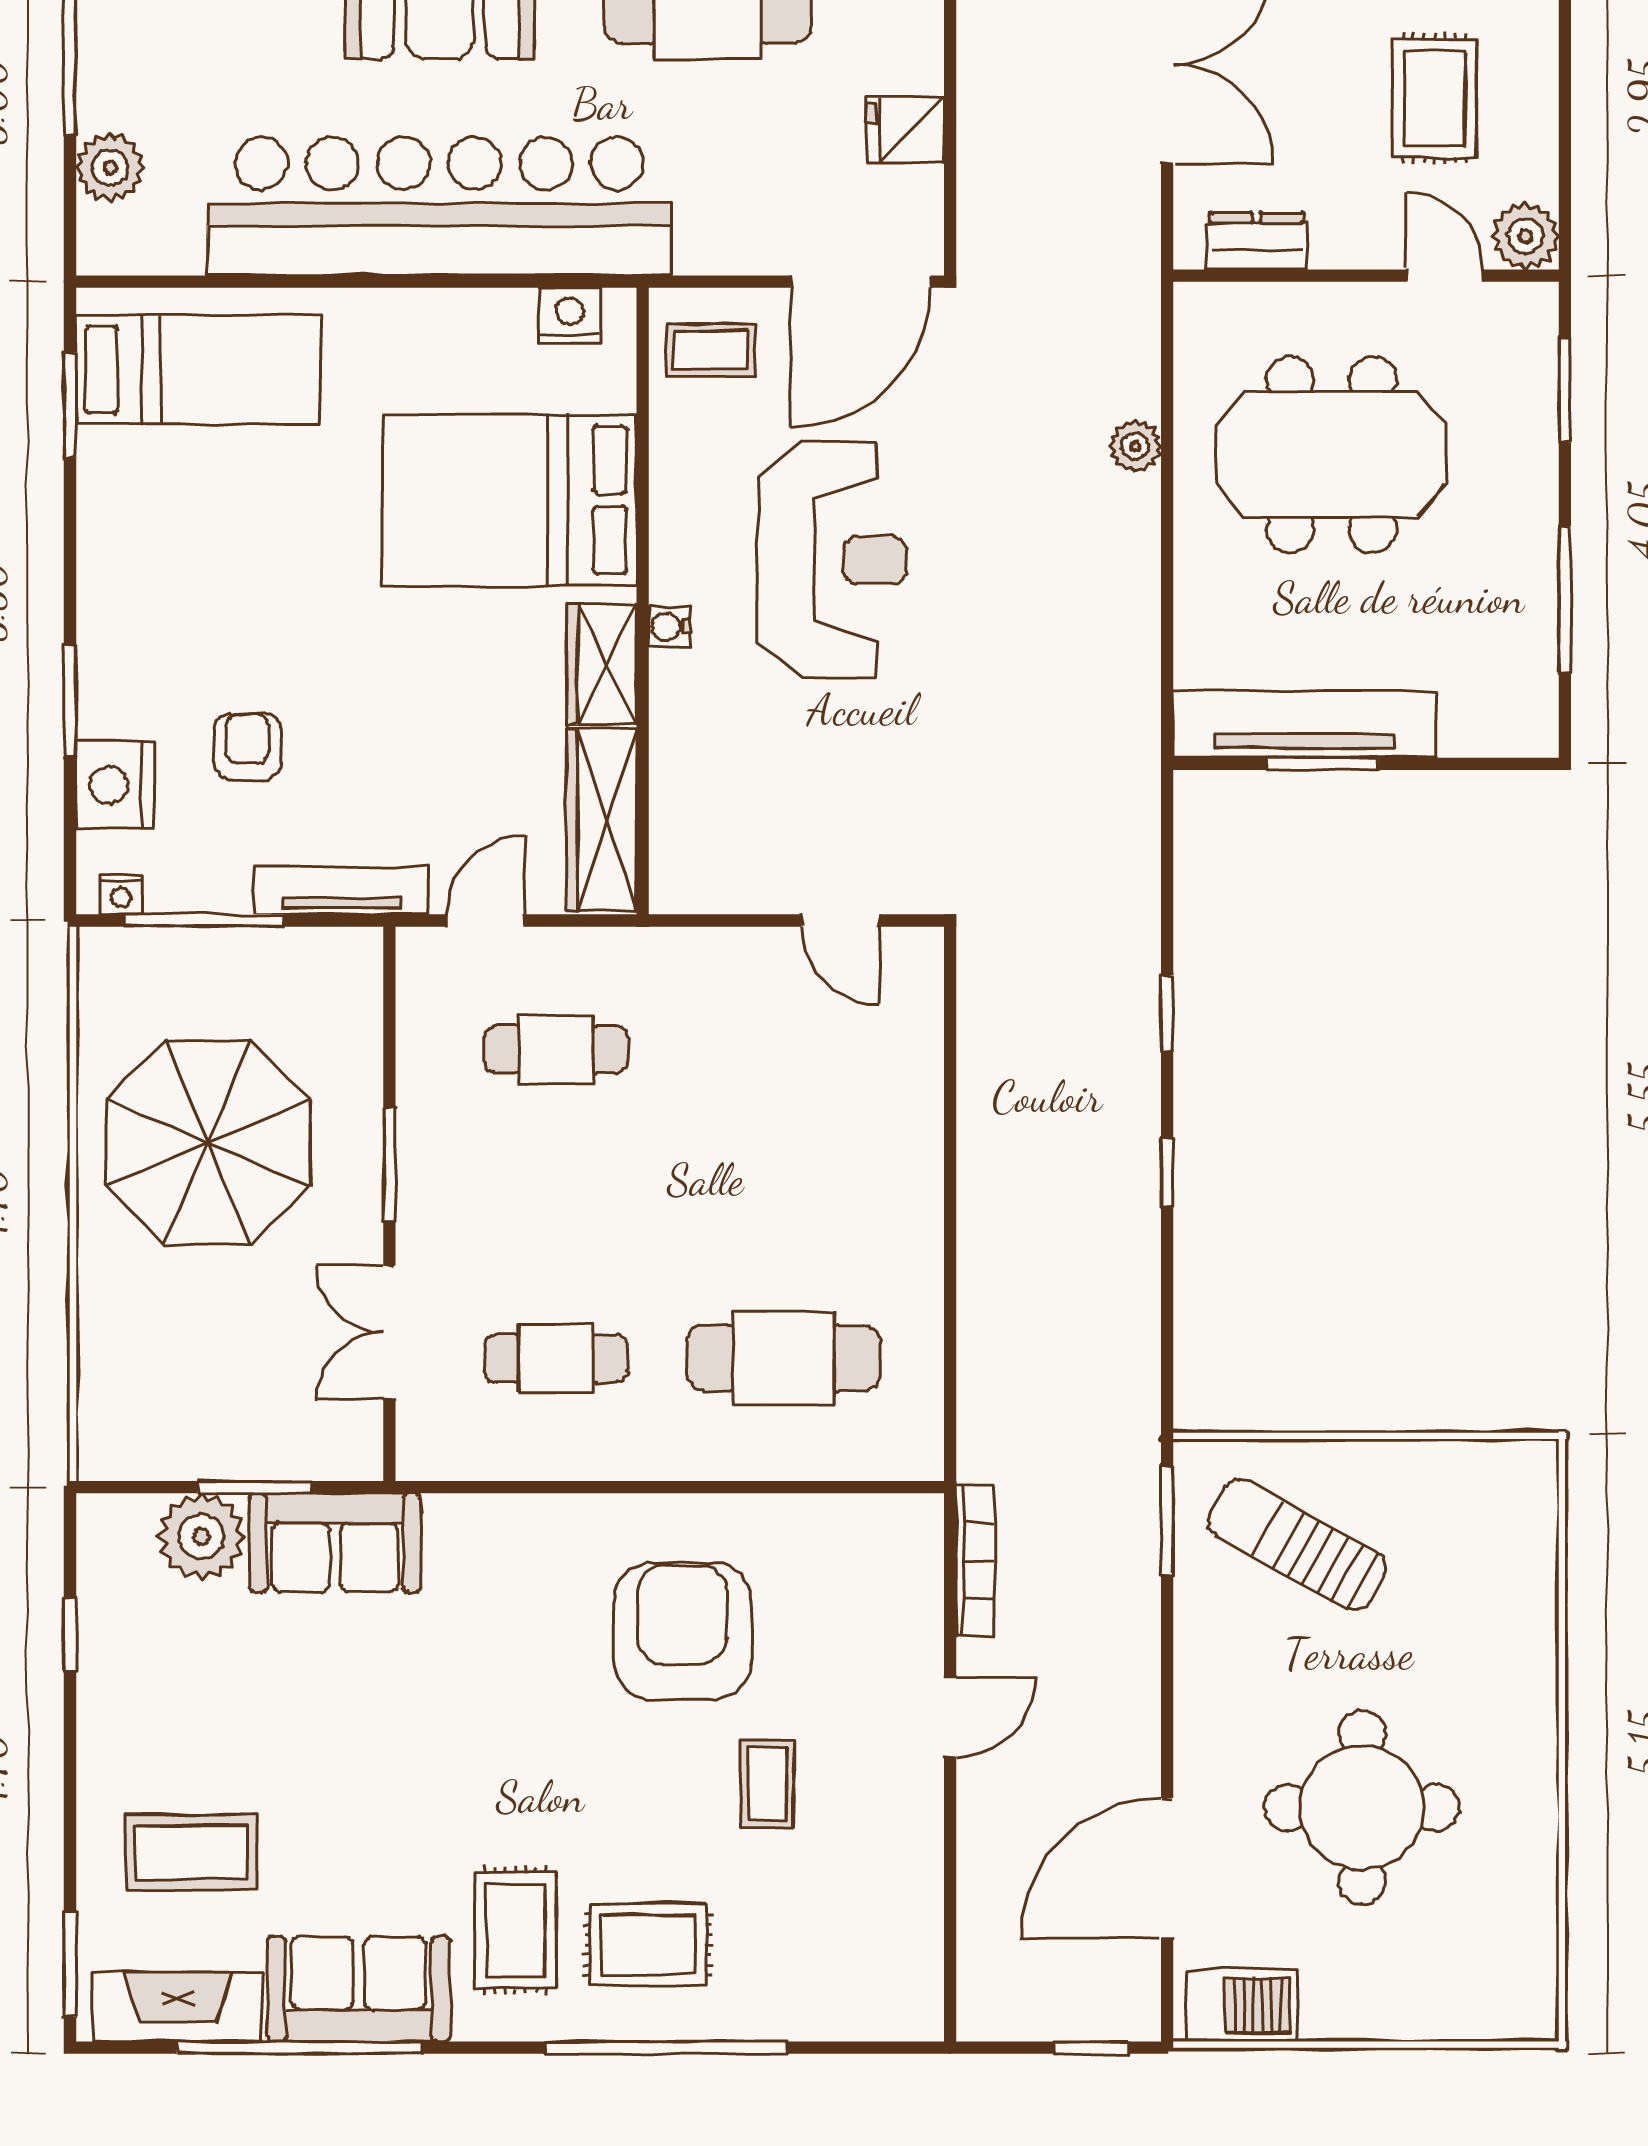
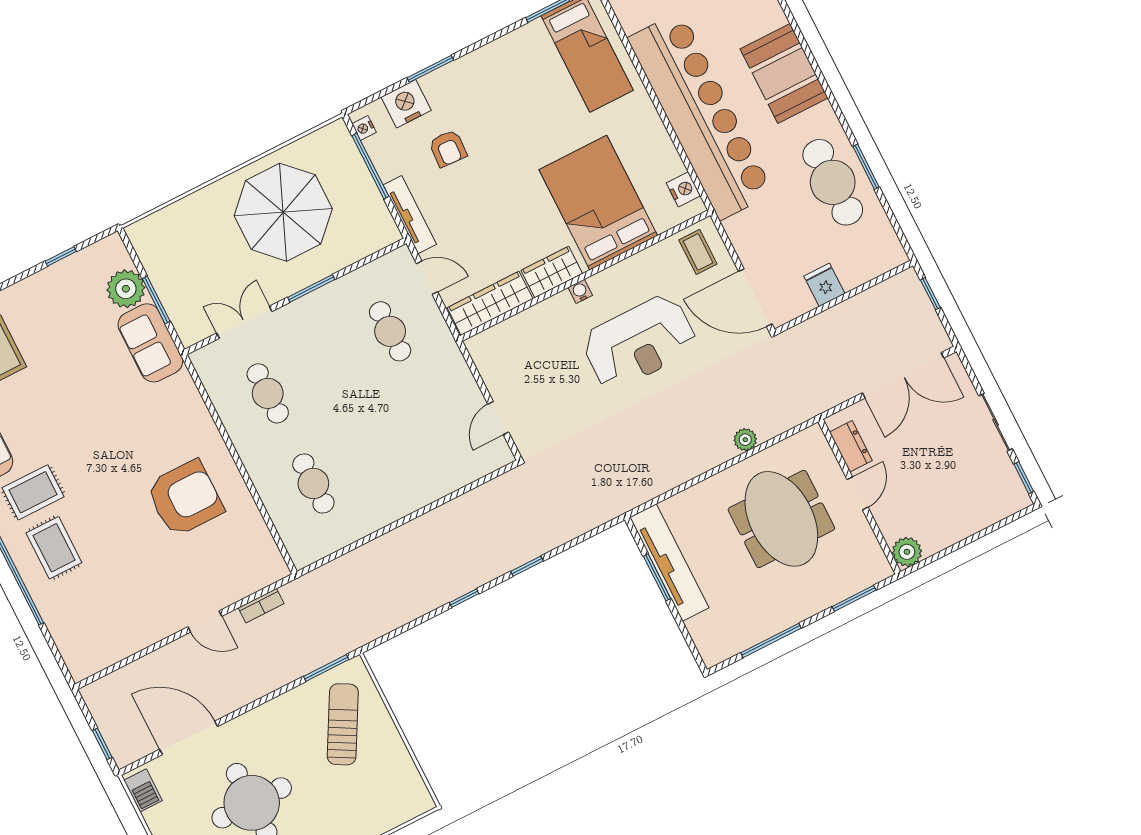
rug: (1434, 99) -> (943, 488), removed
door: (1445, 276) -> (858, 493), moved
armchair: (247, 747) -> (448, 148), turned 93
cafe table: (783, 1358) -> (313, 483), width x0.73, depth x0.74
bookcase: (975, 1561) -> (261, 606), width x0.64
coffee table: (767, 1784) -> (141, 563), removed
barbecue: (1241, 2005) -> (143, 790), width x0.73, depth x0.79

